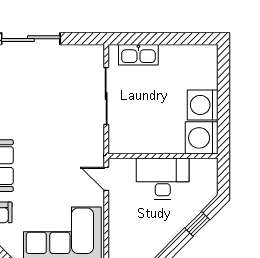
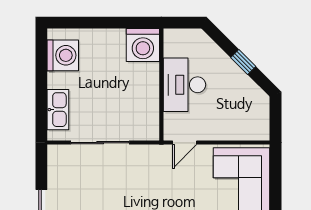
washing machine: (203, 105) -> (63, 55), moved, turned -90
window: (197, 224) -> (243, 62), moved

